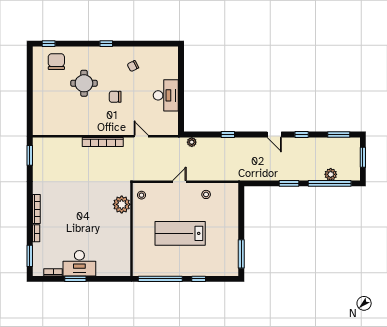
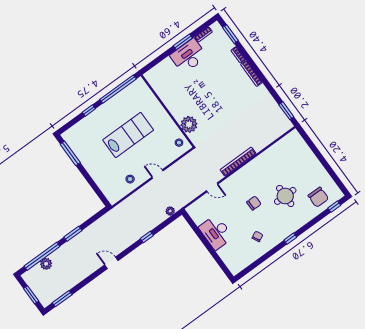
window: (302, 135) -> (90, 278), removed
door: (179, 182) -> (158, 174), swing flipped

